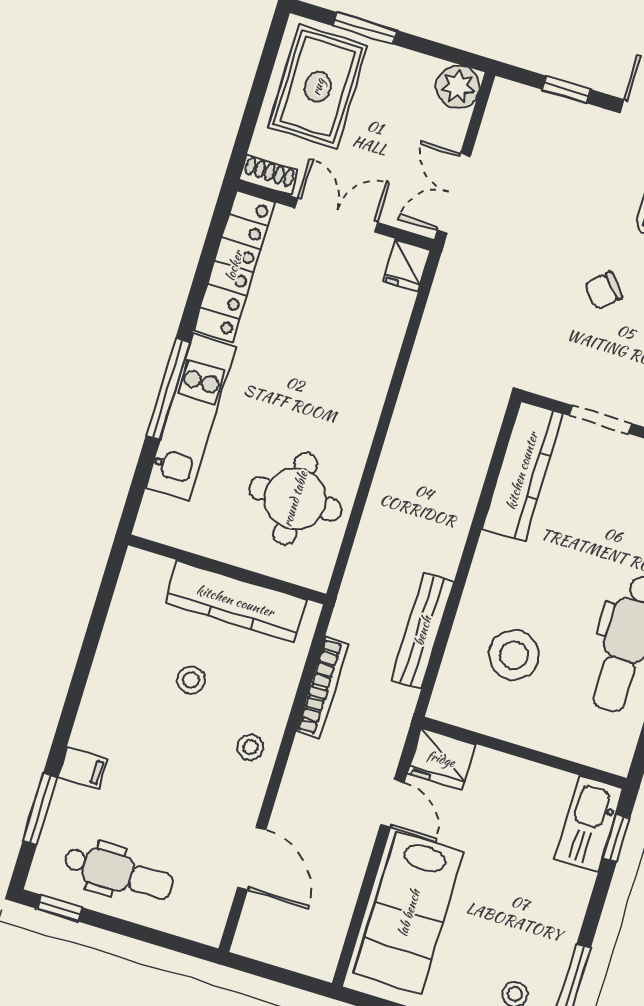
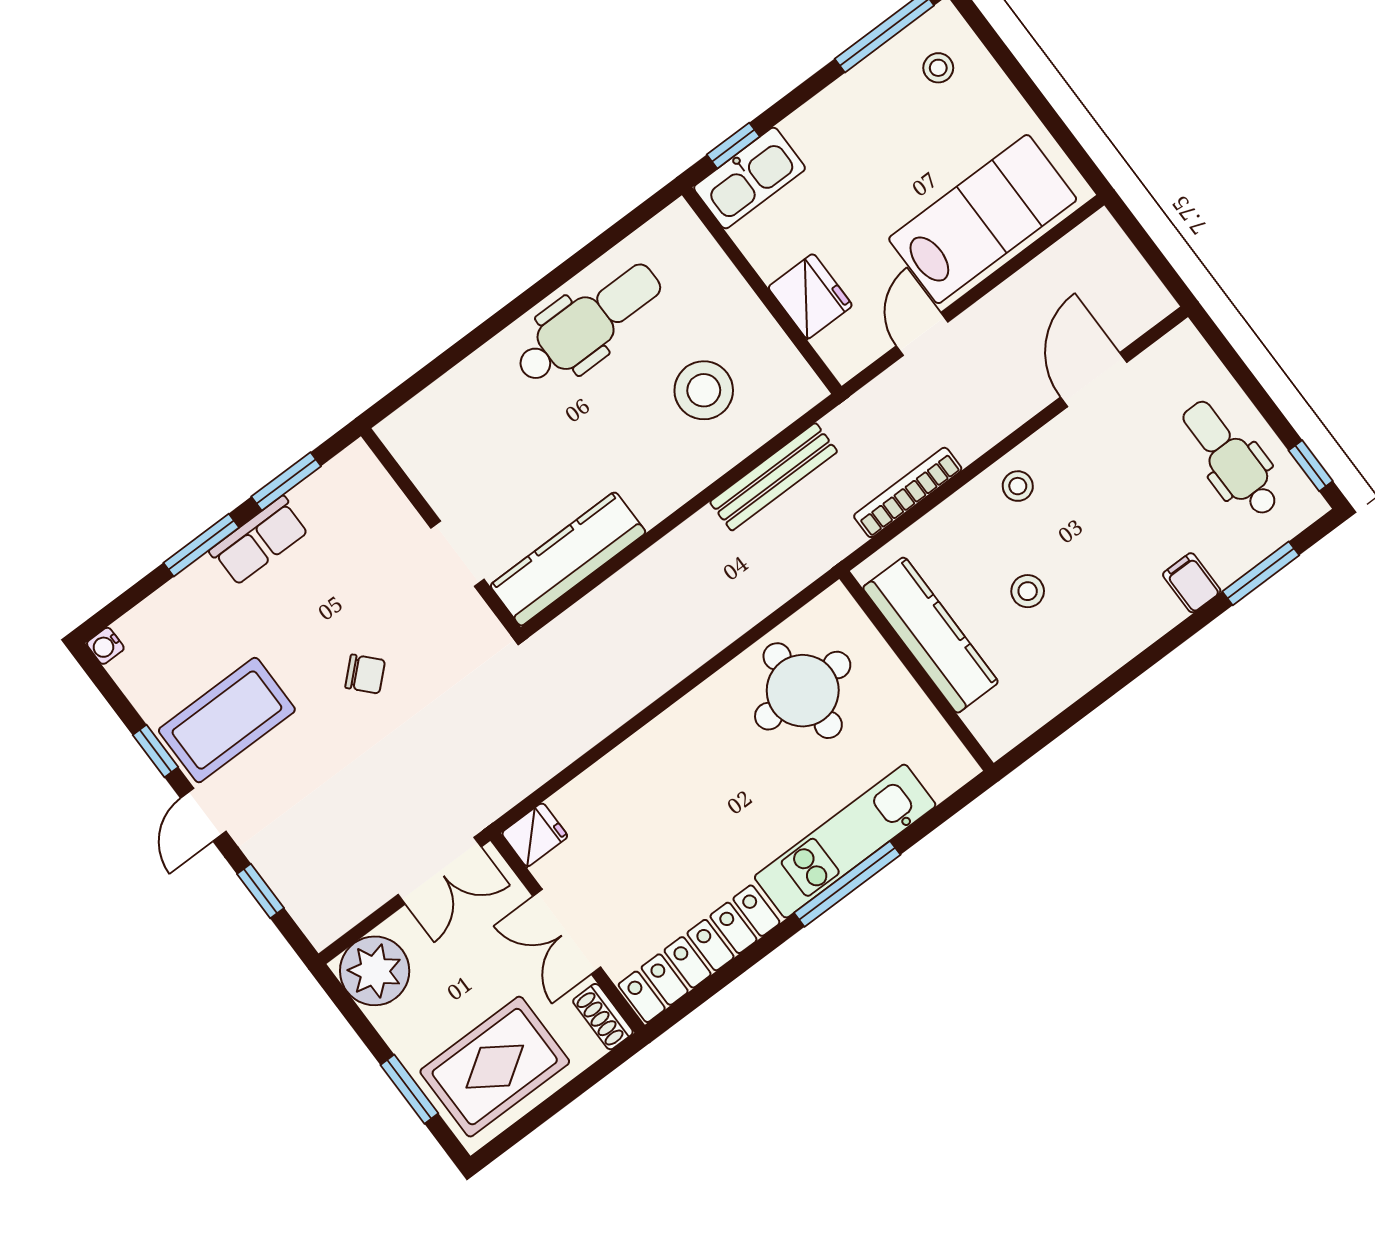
plant: (458, 87) -> (375, 971), width x1.36, depth x1.36
fridge: (441, 759) -> (810, 296), moved

